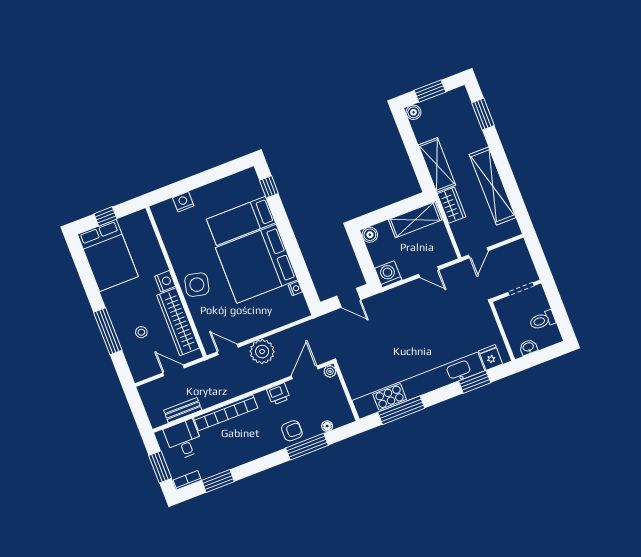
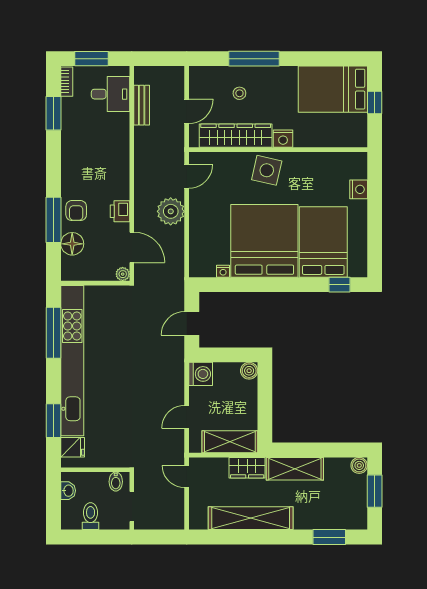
shelving: (415, 220) -> (230, 442), moved, turned 90
bed: (241, 221) -> (323, 242), width x1.50
bidet: (505, 310) -> (116, 482), added
bookcase: (226, 413) -> (122, 149), removed
floor lamp: (327, 426) -> (72, 244), width x1.89, depth x1.89

